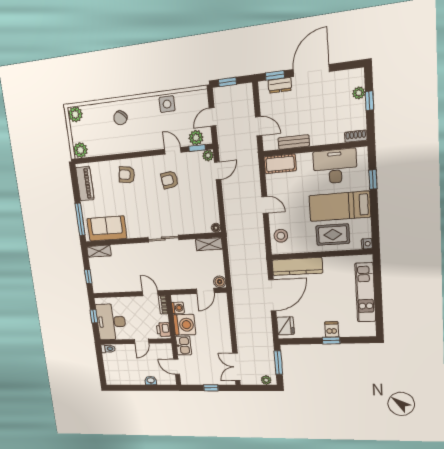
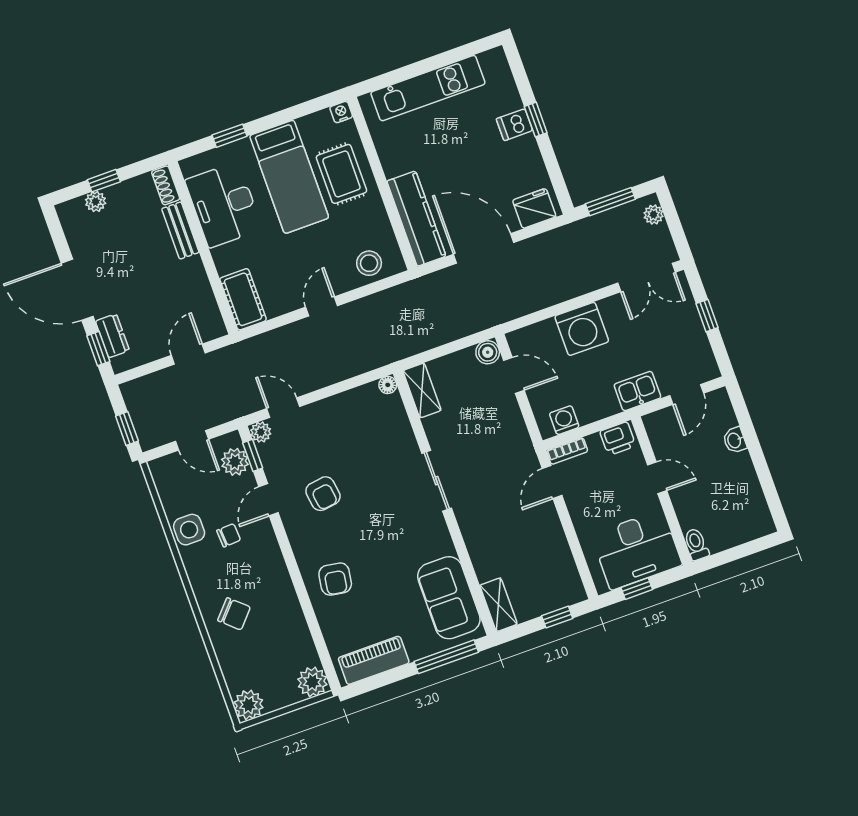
chair: (160, 125) -> (229, 535), added
bench: (294, 142) -> (180, 231), moved
washing machine: (184, 325) -> (582, 329), moved, turned 180

